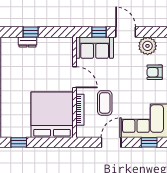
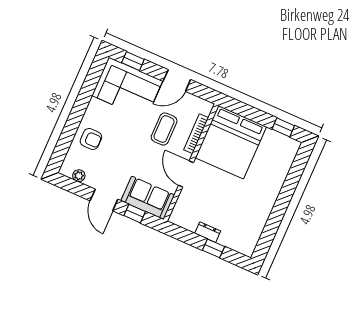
dresser: (28, 42) -> (208, 232), moved
plant: (148, 46) -> (79, 176), width x0.53, depth x0.53

